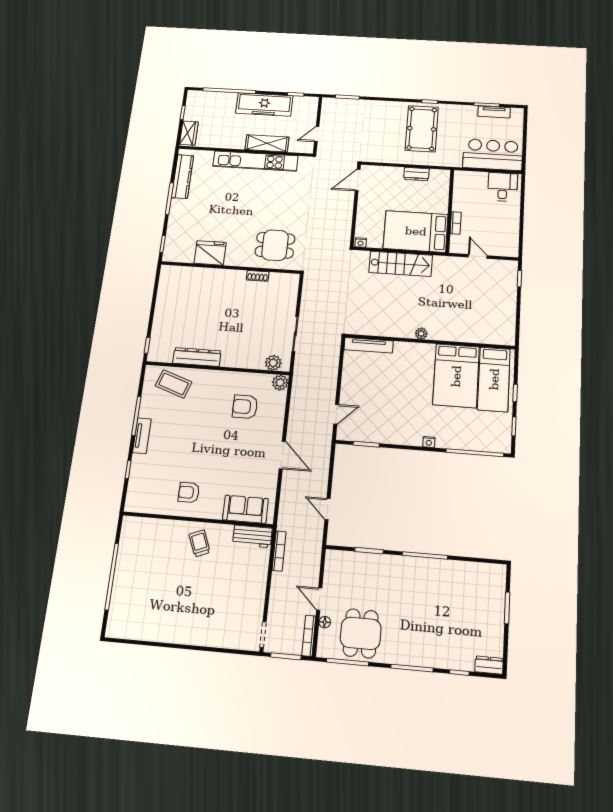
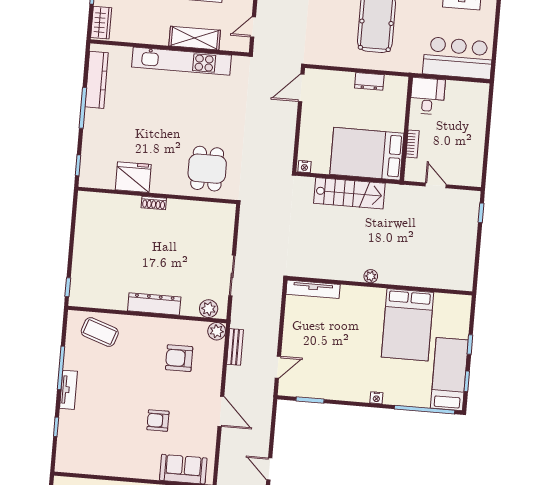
desk: (503, 187) -> (428, 96), moved
dining table: (275, 245) -> (207, 169), turned 90
shoe rack: (258, 276) -> (154, 203), moved
dresser: (197, 357) -> (154, 304), moved
bed: (494, 379) -> (449, 374), moved, turned 180
bench: (297, 396) -> (235, 347), added
armchair: (189, 492) -> (158, 421), moved

